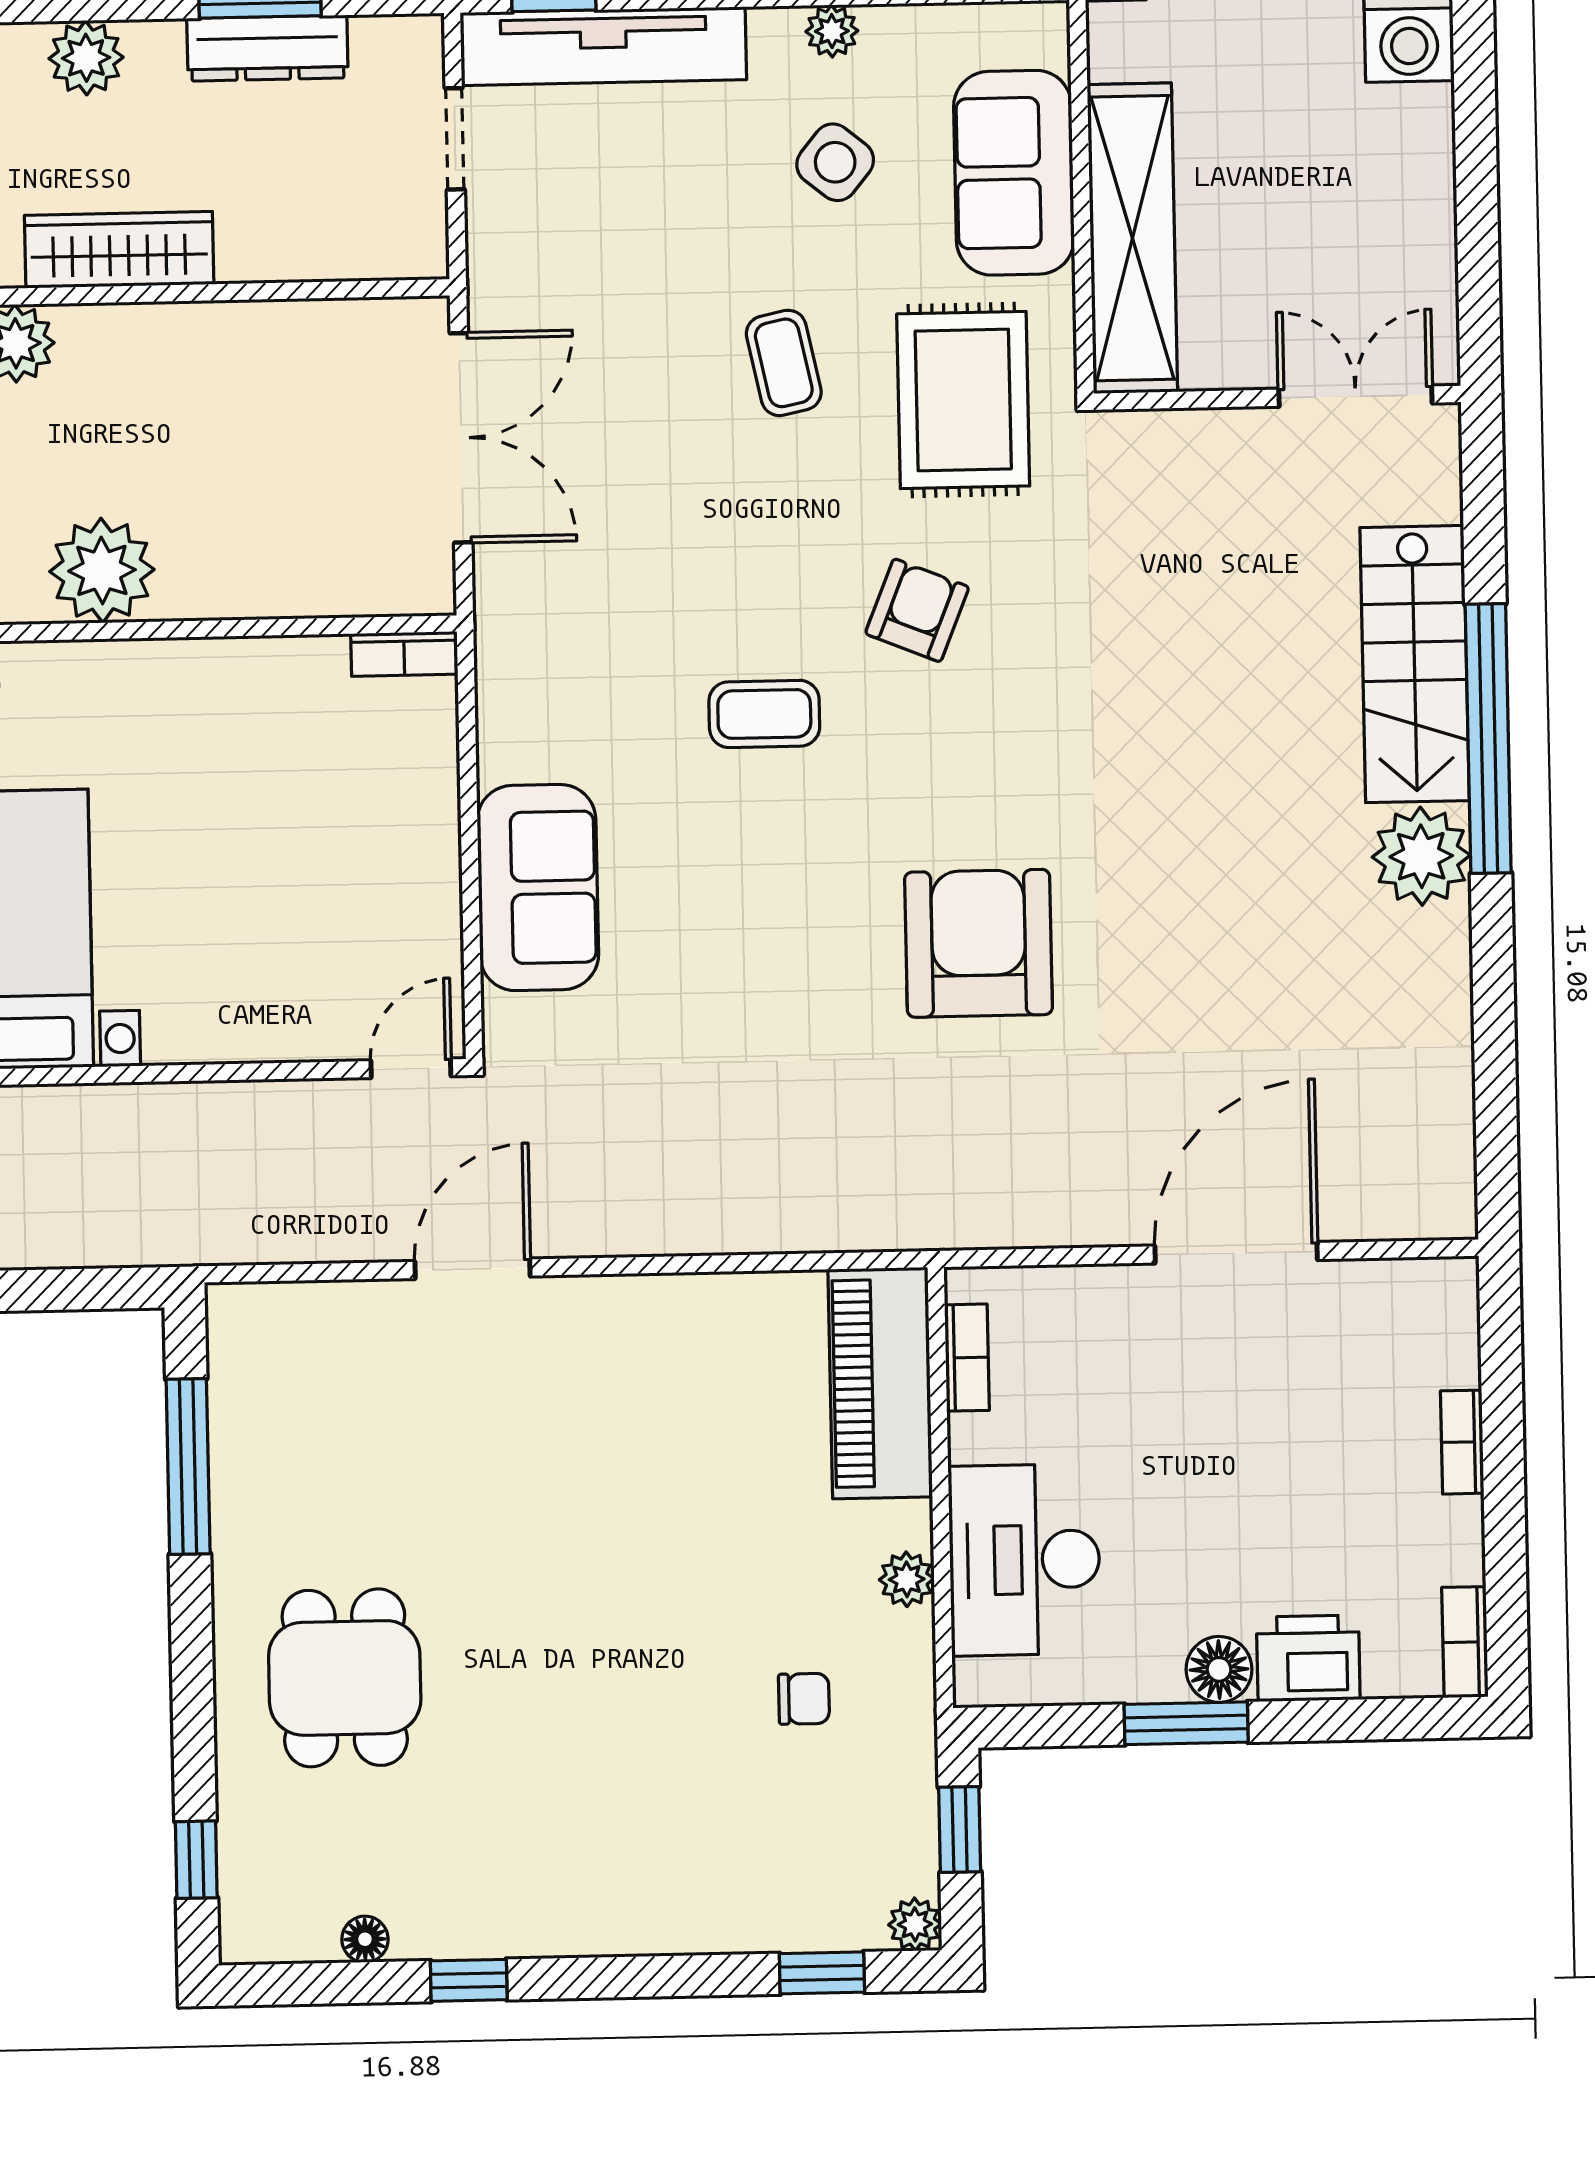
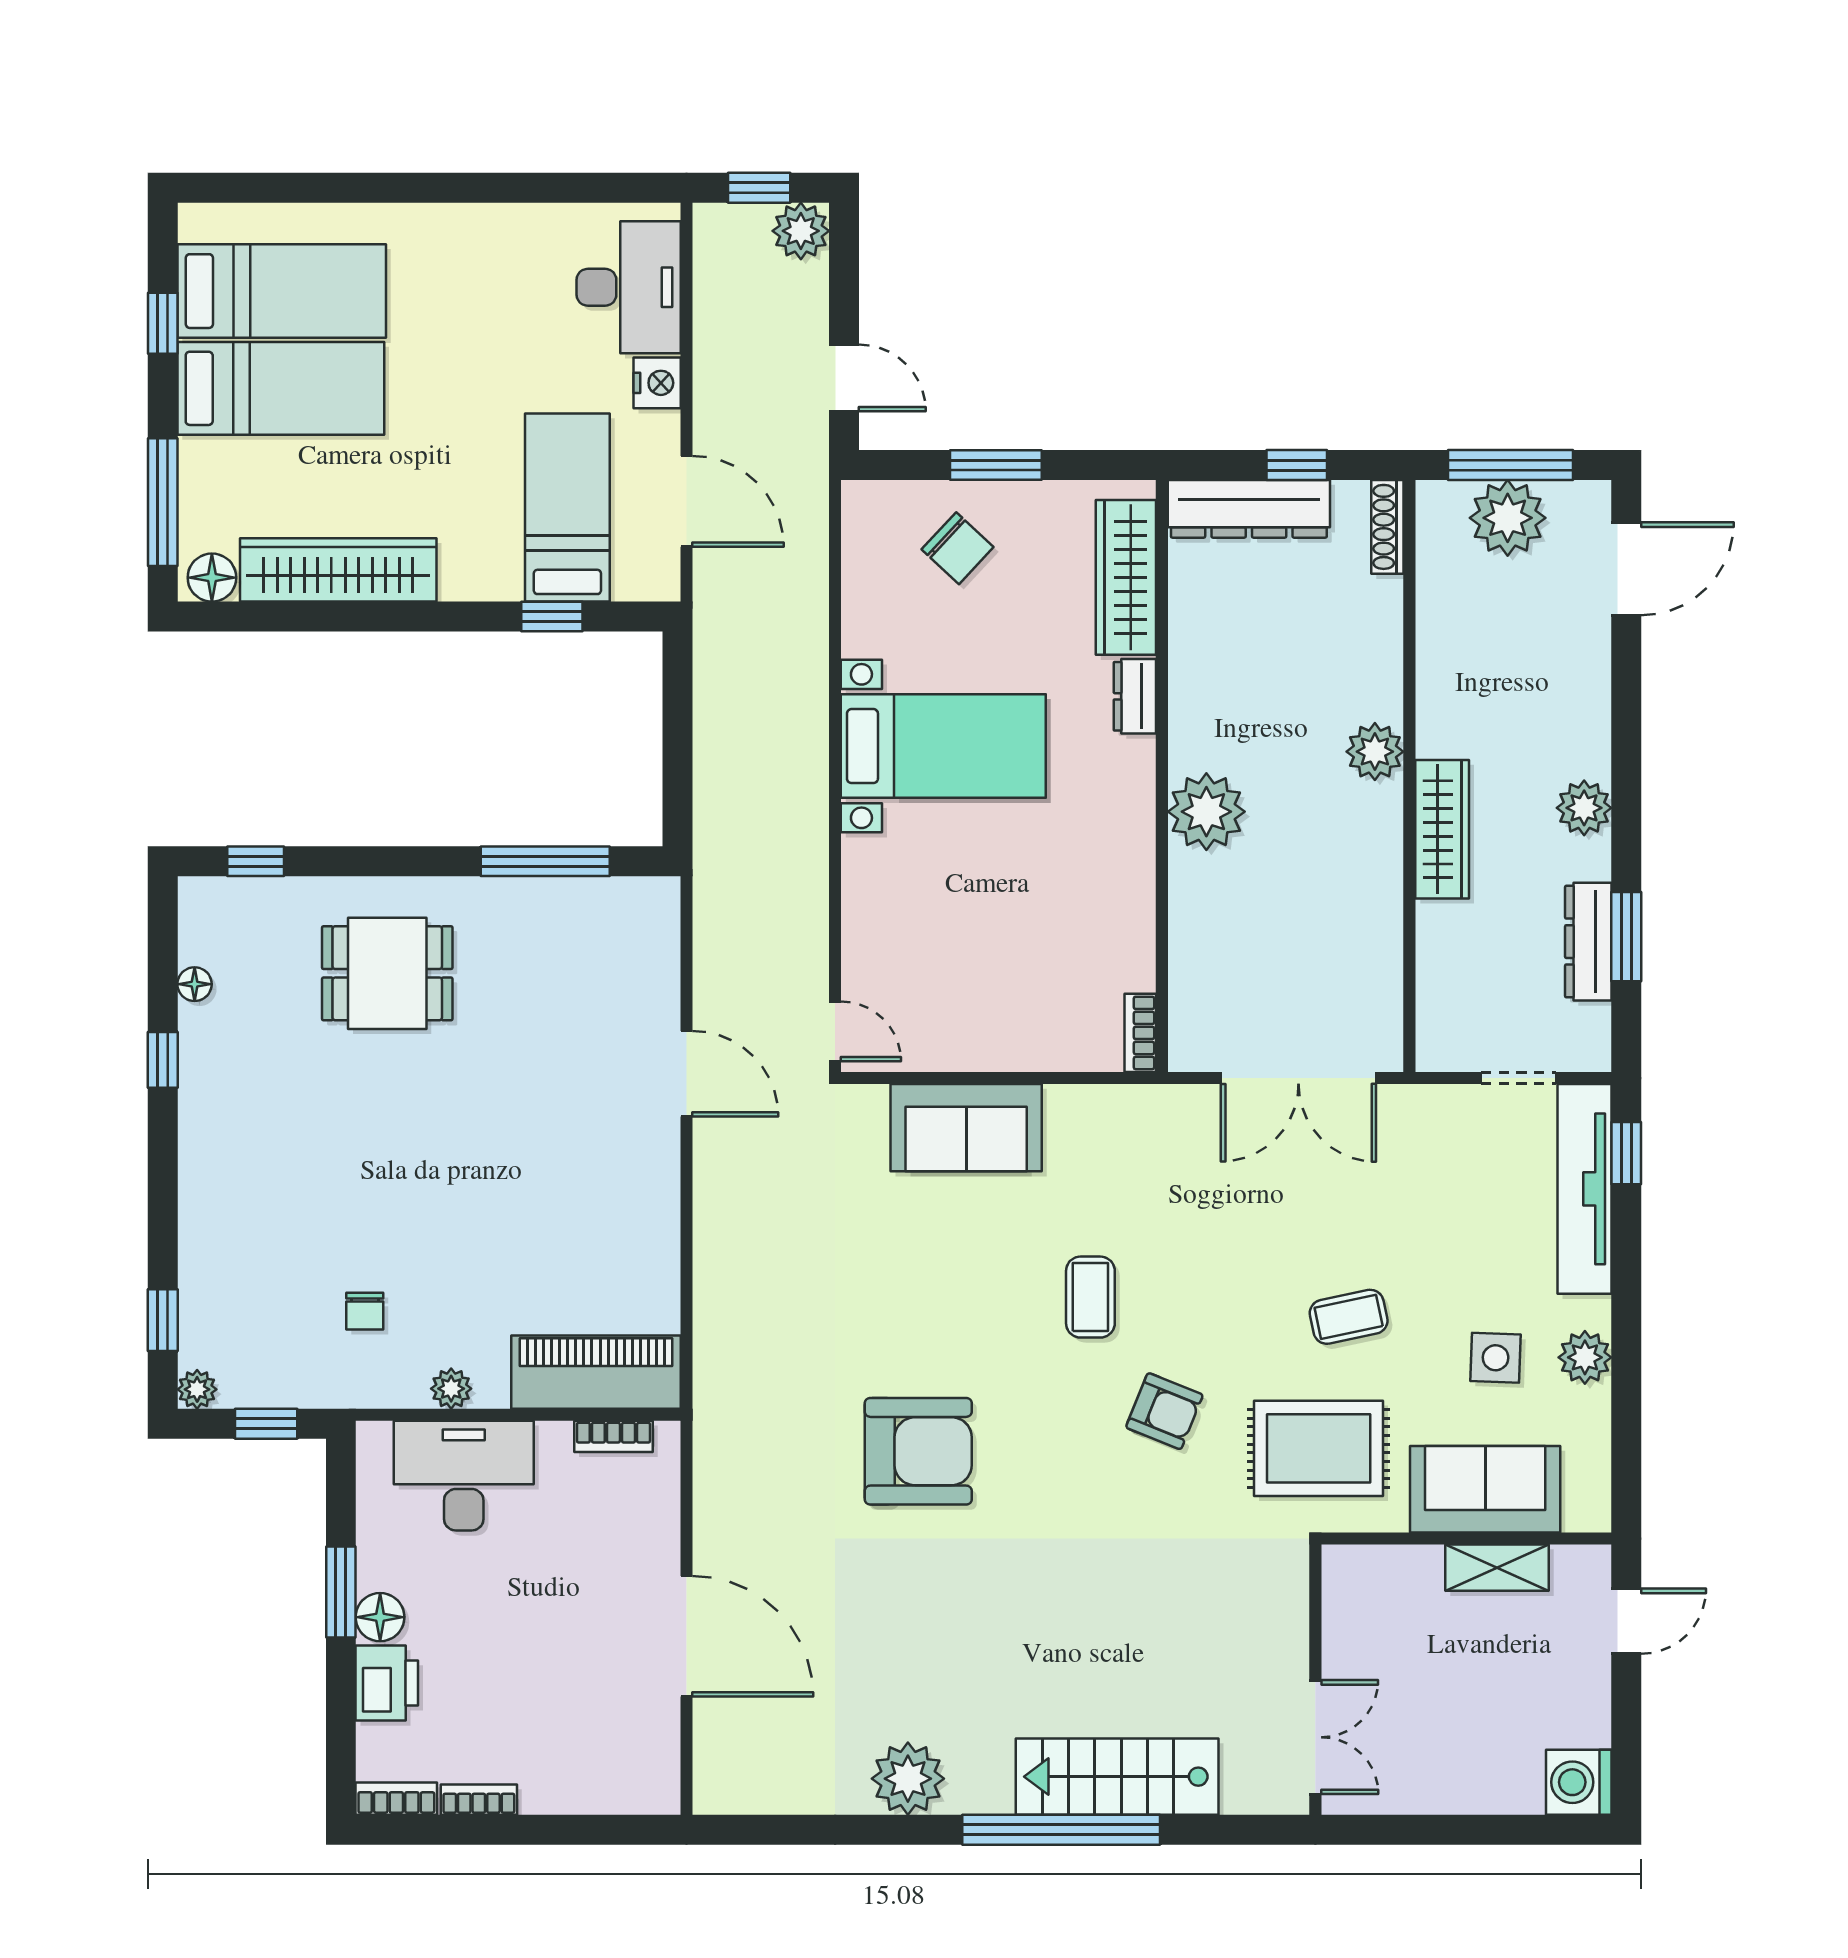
plant: (832, 31) -> (1585, 1357), width x1.38, depth x1.38
side table: (835, 162) -> (1496, 1358), turned -37
shelving: (1132, 238) -> (1497, 1568), width x0.45, depth x0.75
plant: (1421, 856) -> (908, 1779), moved
bookcase: (1462, 1442) -> (479, 1800), moved

